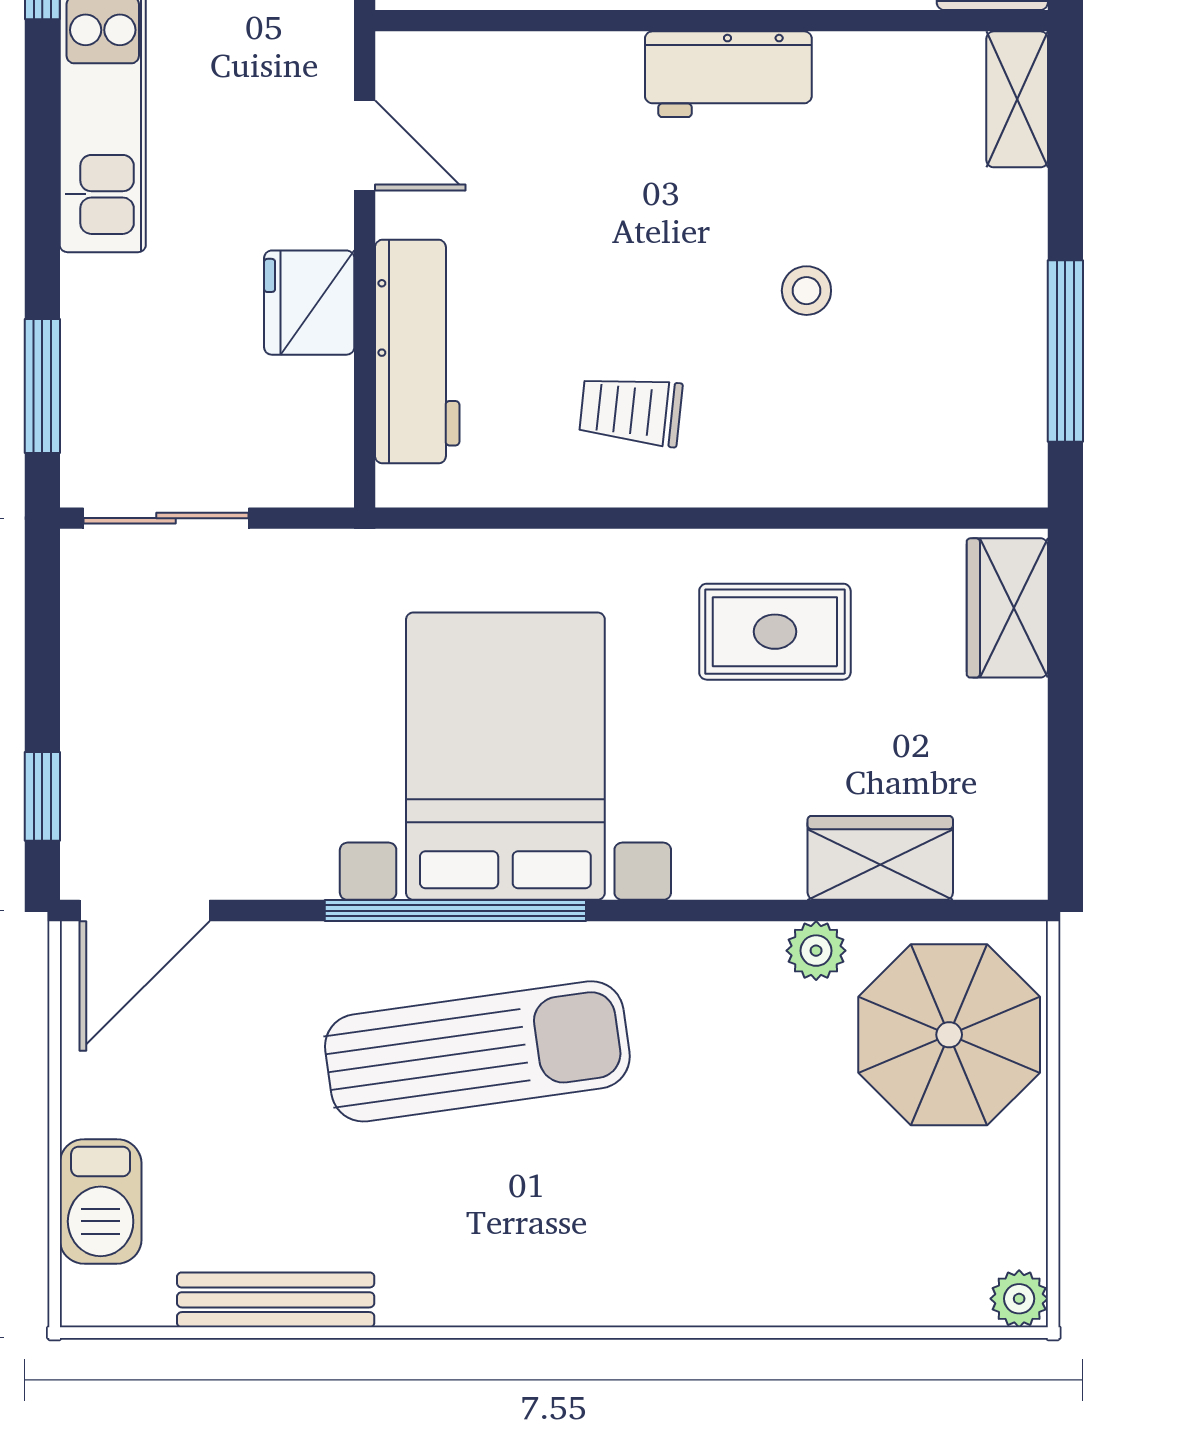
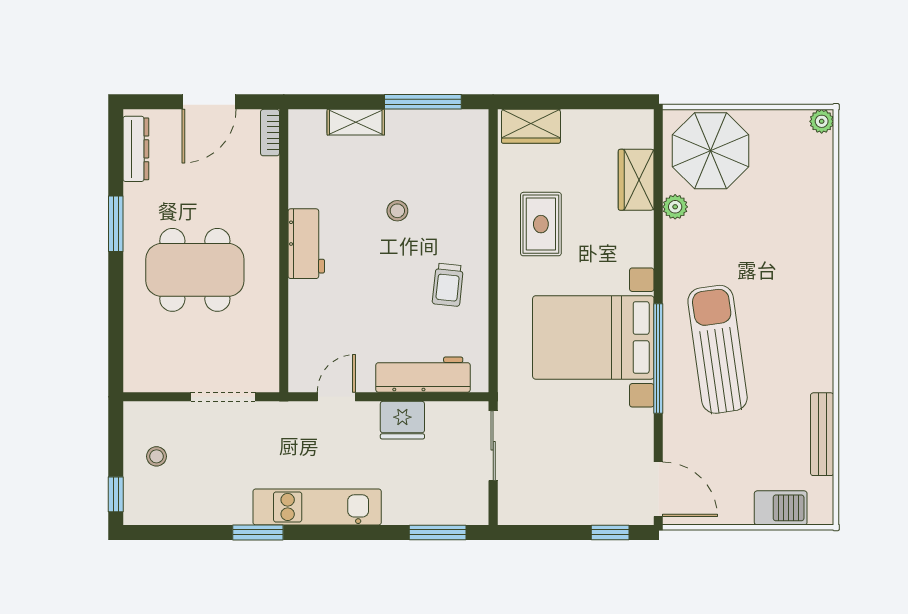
shelving: (1017, 99) -> (356, 122), moved
sliding door: (166, 518) -> (493, 446), moved

